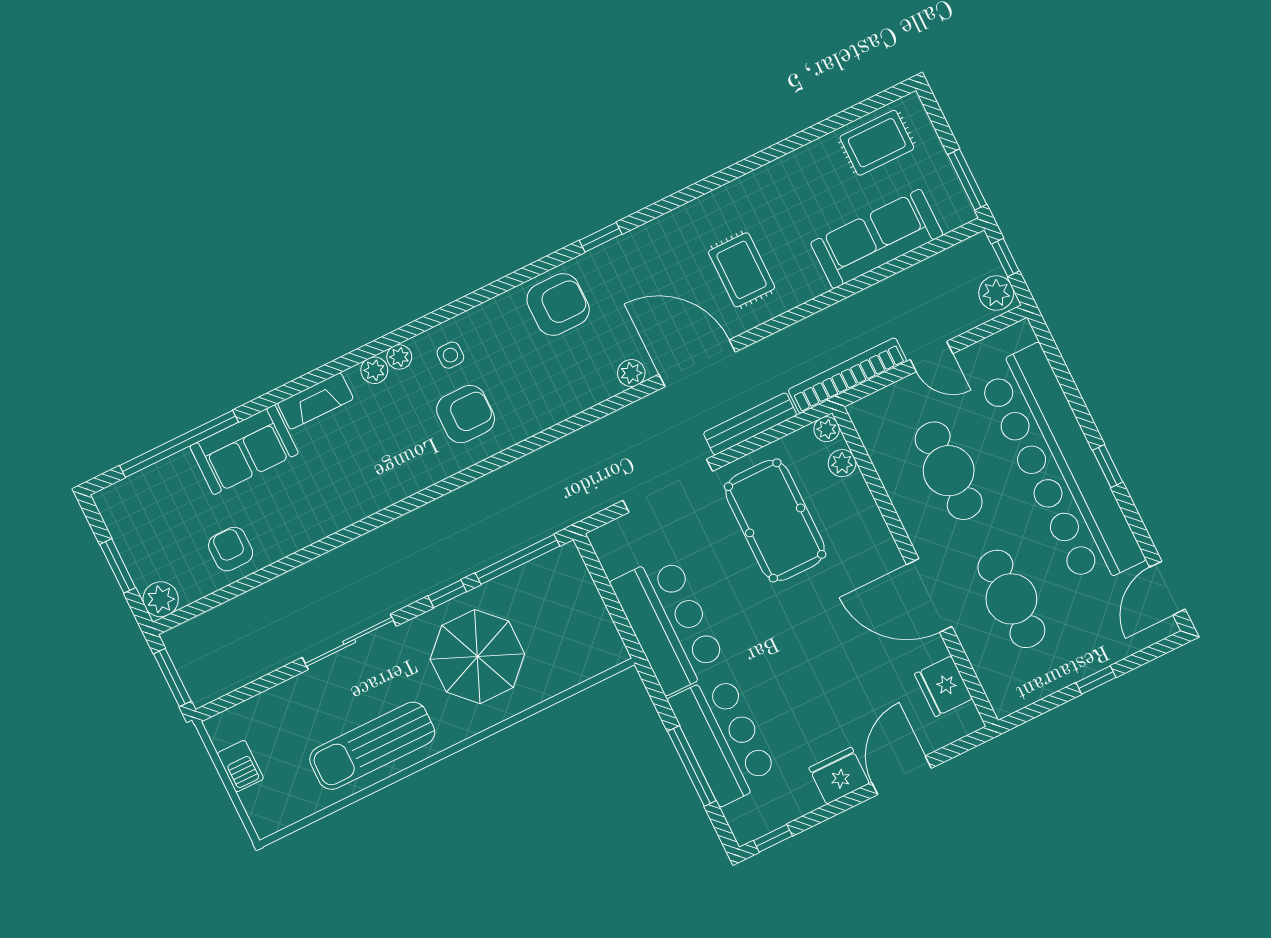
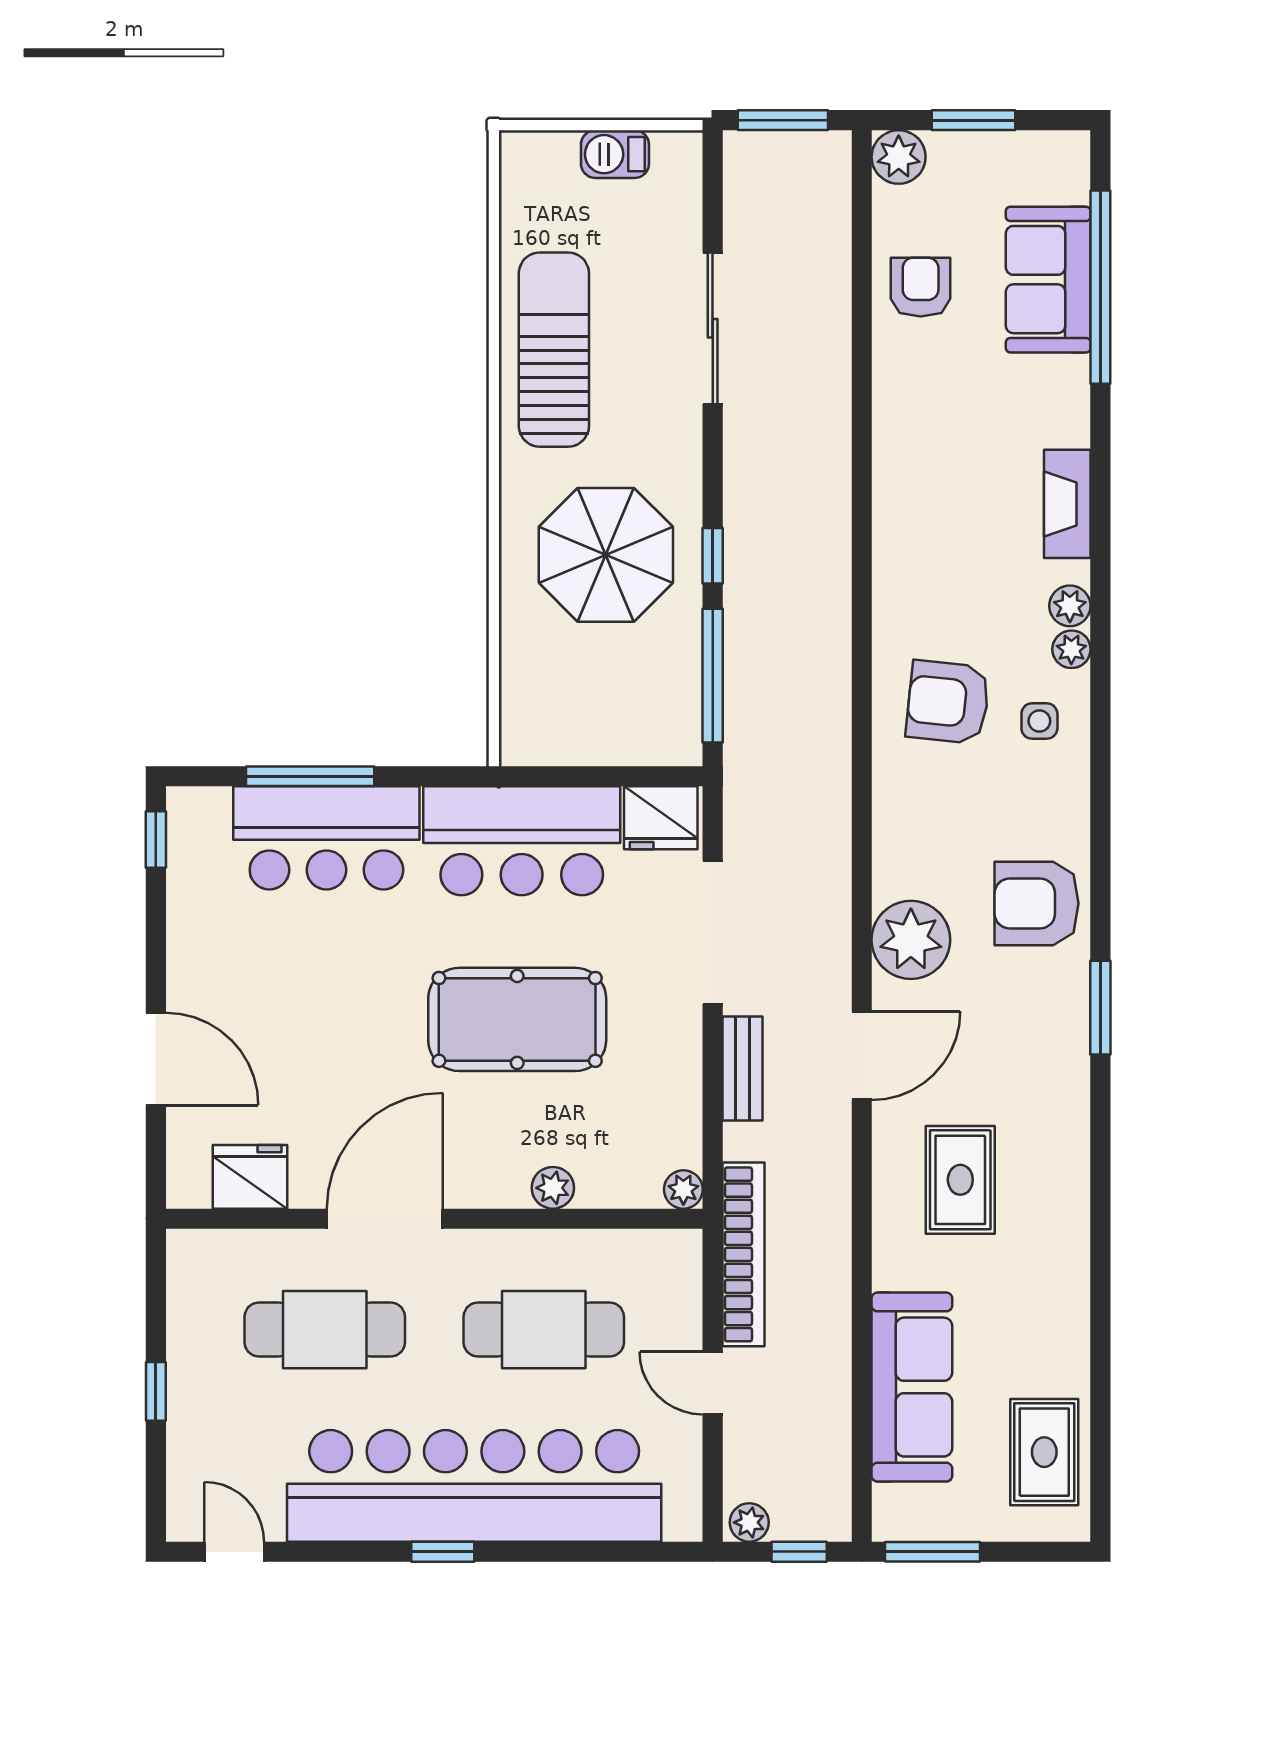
window: (601, 237) -> (1100, 1008), width x1.50
rug: (742, 270) -> (960, 1180), turned 90
plant: (996, 293) -> (749, 1522), width x0.73, depth x0.73
armchair: (558, 305) -> (1036, 903), turned 90
door: (932, 357) -> (713, 1383), hinge flipped
door: (697, 363) -> (862, 1056), width x0.73
plant: (631, 373) -> (911, 940), width x1.87, depth x1.87
armchair: (466, 414) -> (948, 702), turned 96
bench: (750, 424) -> (742, 1069), width x0.73
sofa: (244, 450) -> (1048, 280), moved
plant: (842, 463) -> (553, 1188), moved
pool table: (775, 520) -> (517, 1019), moved
armchair: (231, 549) -> (921, 287), turned -90
door: (1167, 588) -> (234, 1552), width x0.73
sliding door: (349, 642) -> (713, 328), moved
fridge: (839, 776) -> (661, 818), moved, turned 90

